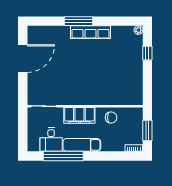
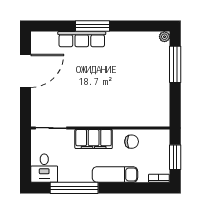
row of seats: (91, 32) -> (82, 39), moved
window: (147, 53) -> (175, 64), width x2.17
desk: (51, 140) -> (44, 168), moved
exam couch: (82, 145) -> (115, 174), moved

